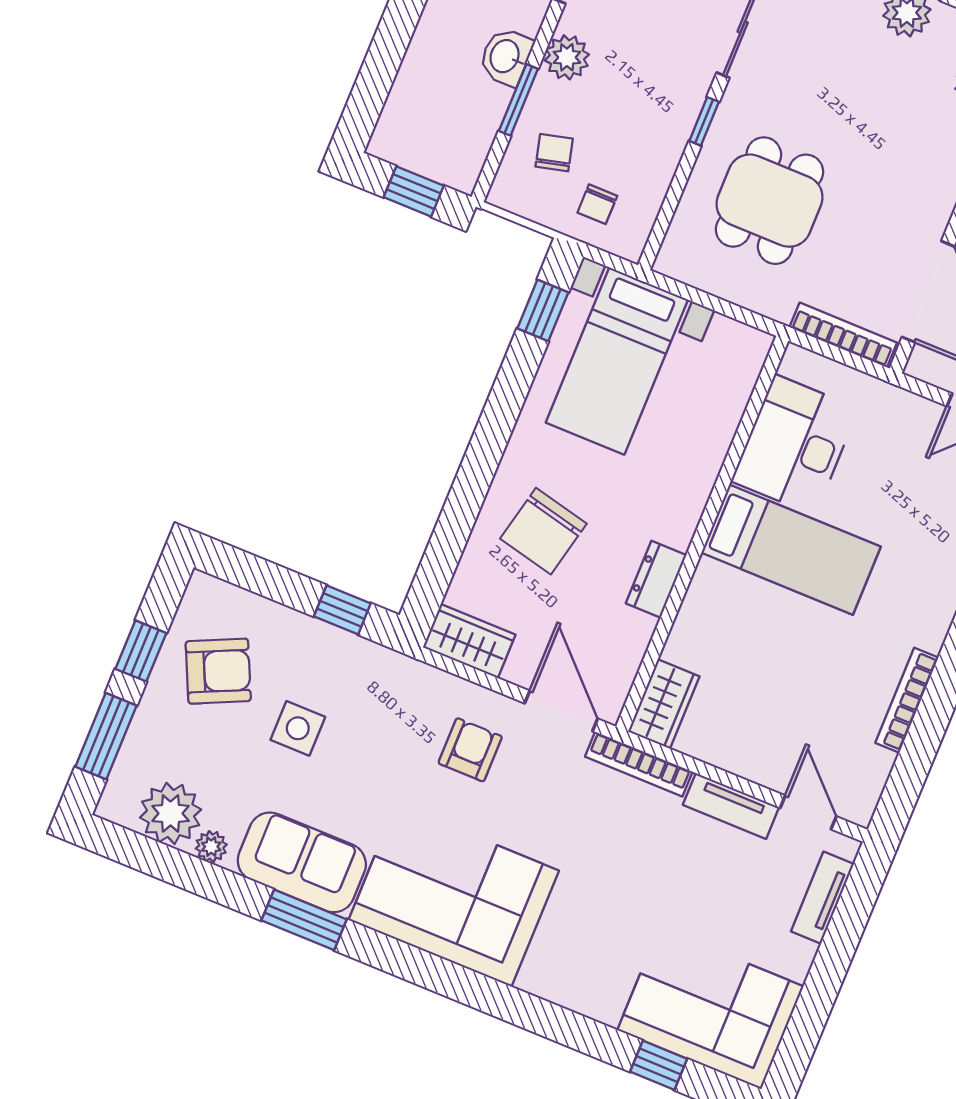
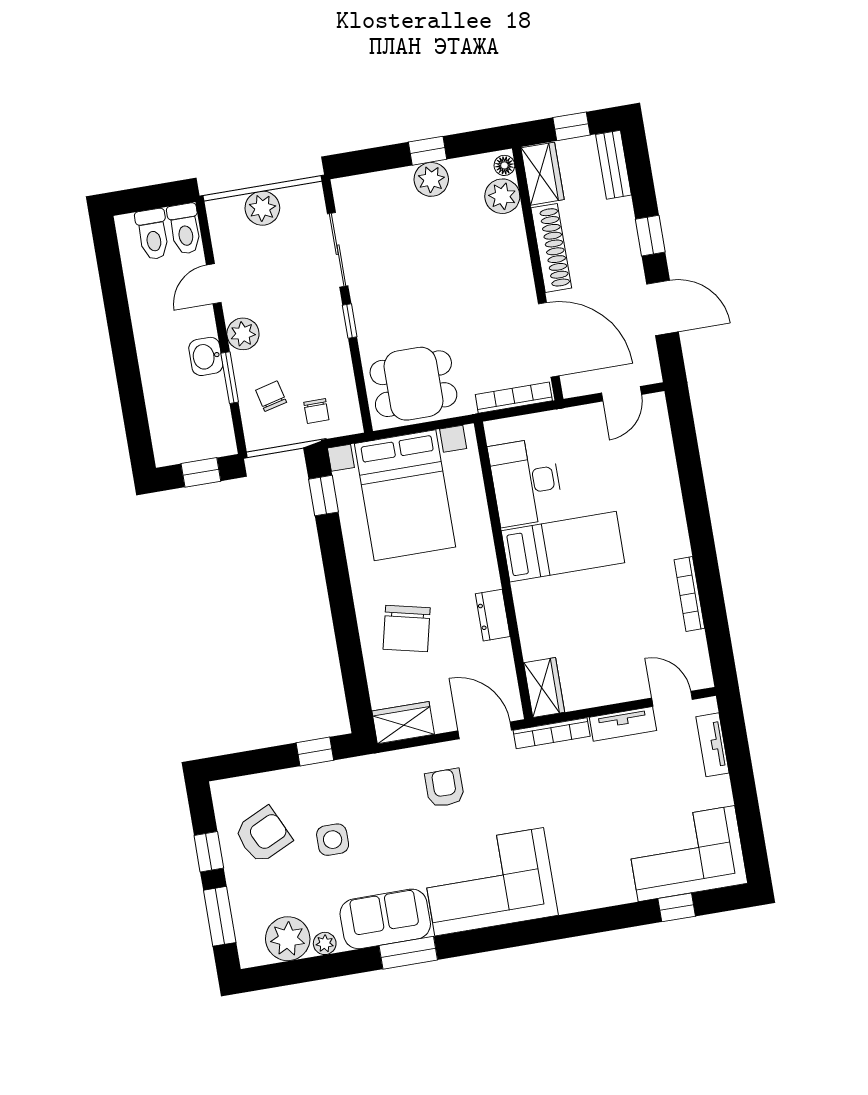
dining table: (769, 201) -> (413, 384), moved, turned 90
bed with nightstands: (617, 361) -> (405, 495), width x1.36

